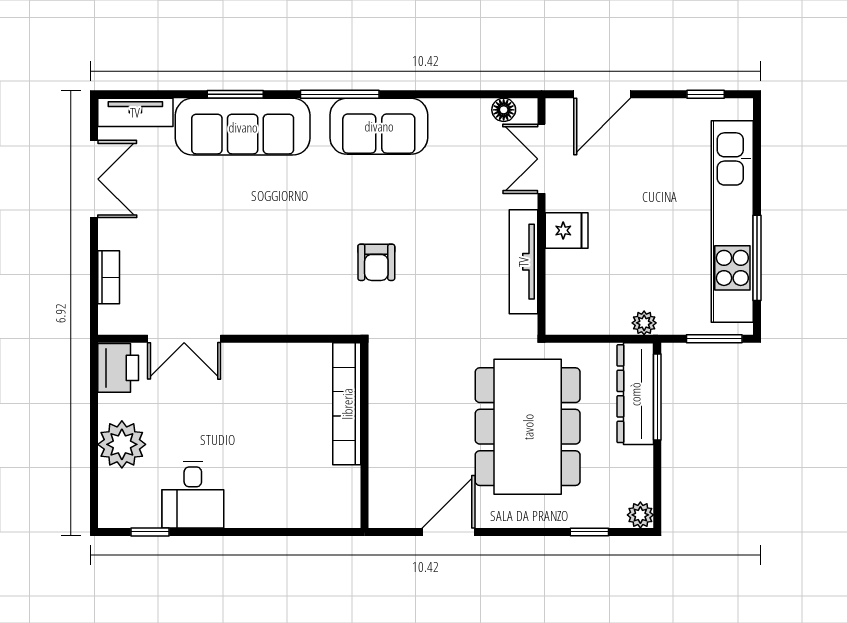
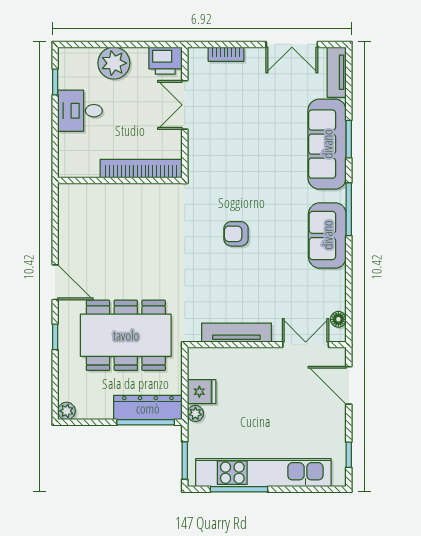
fridge: (567, 230) -> (202, 392), moved, turned -90
bookcase: (347, 404) -> (141, 169), moved
wall: (364, 435) -> (120, 180), moved
window: (589, 532) -> (55, 337), moved

